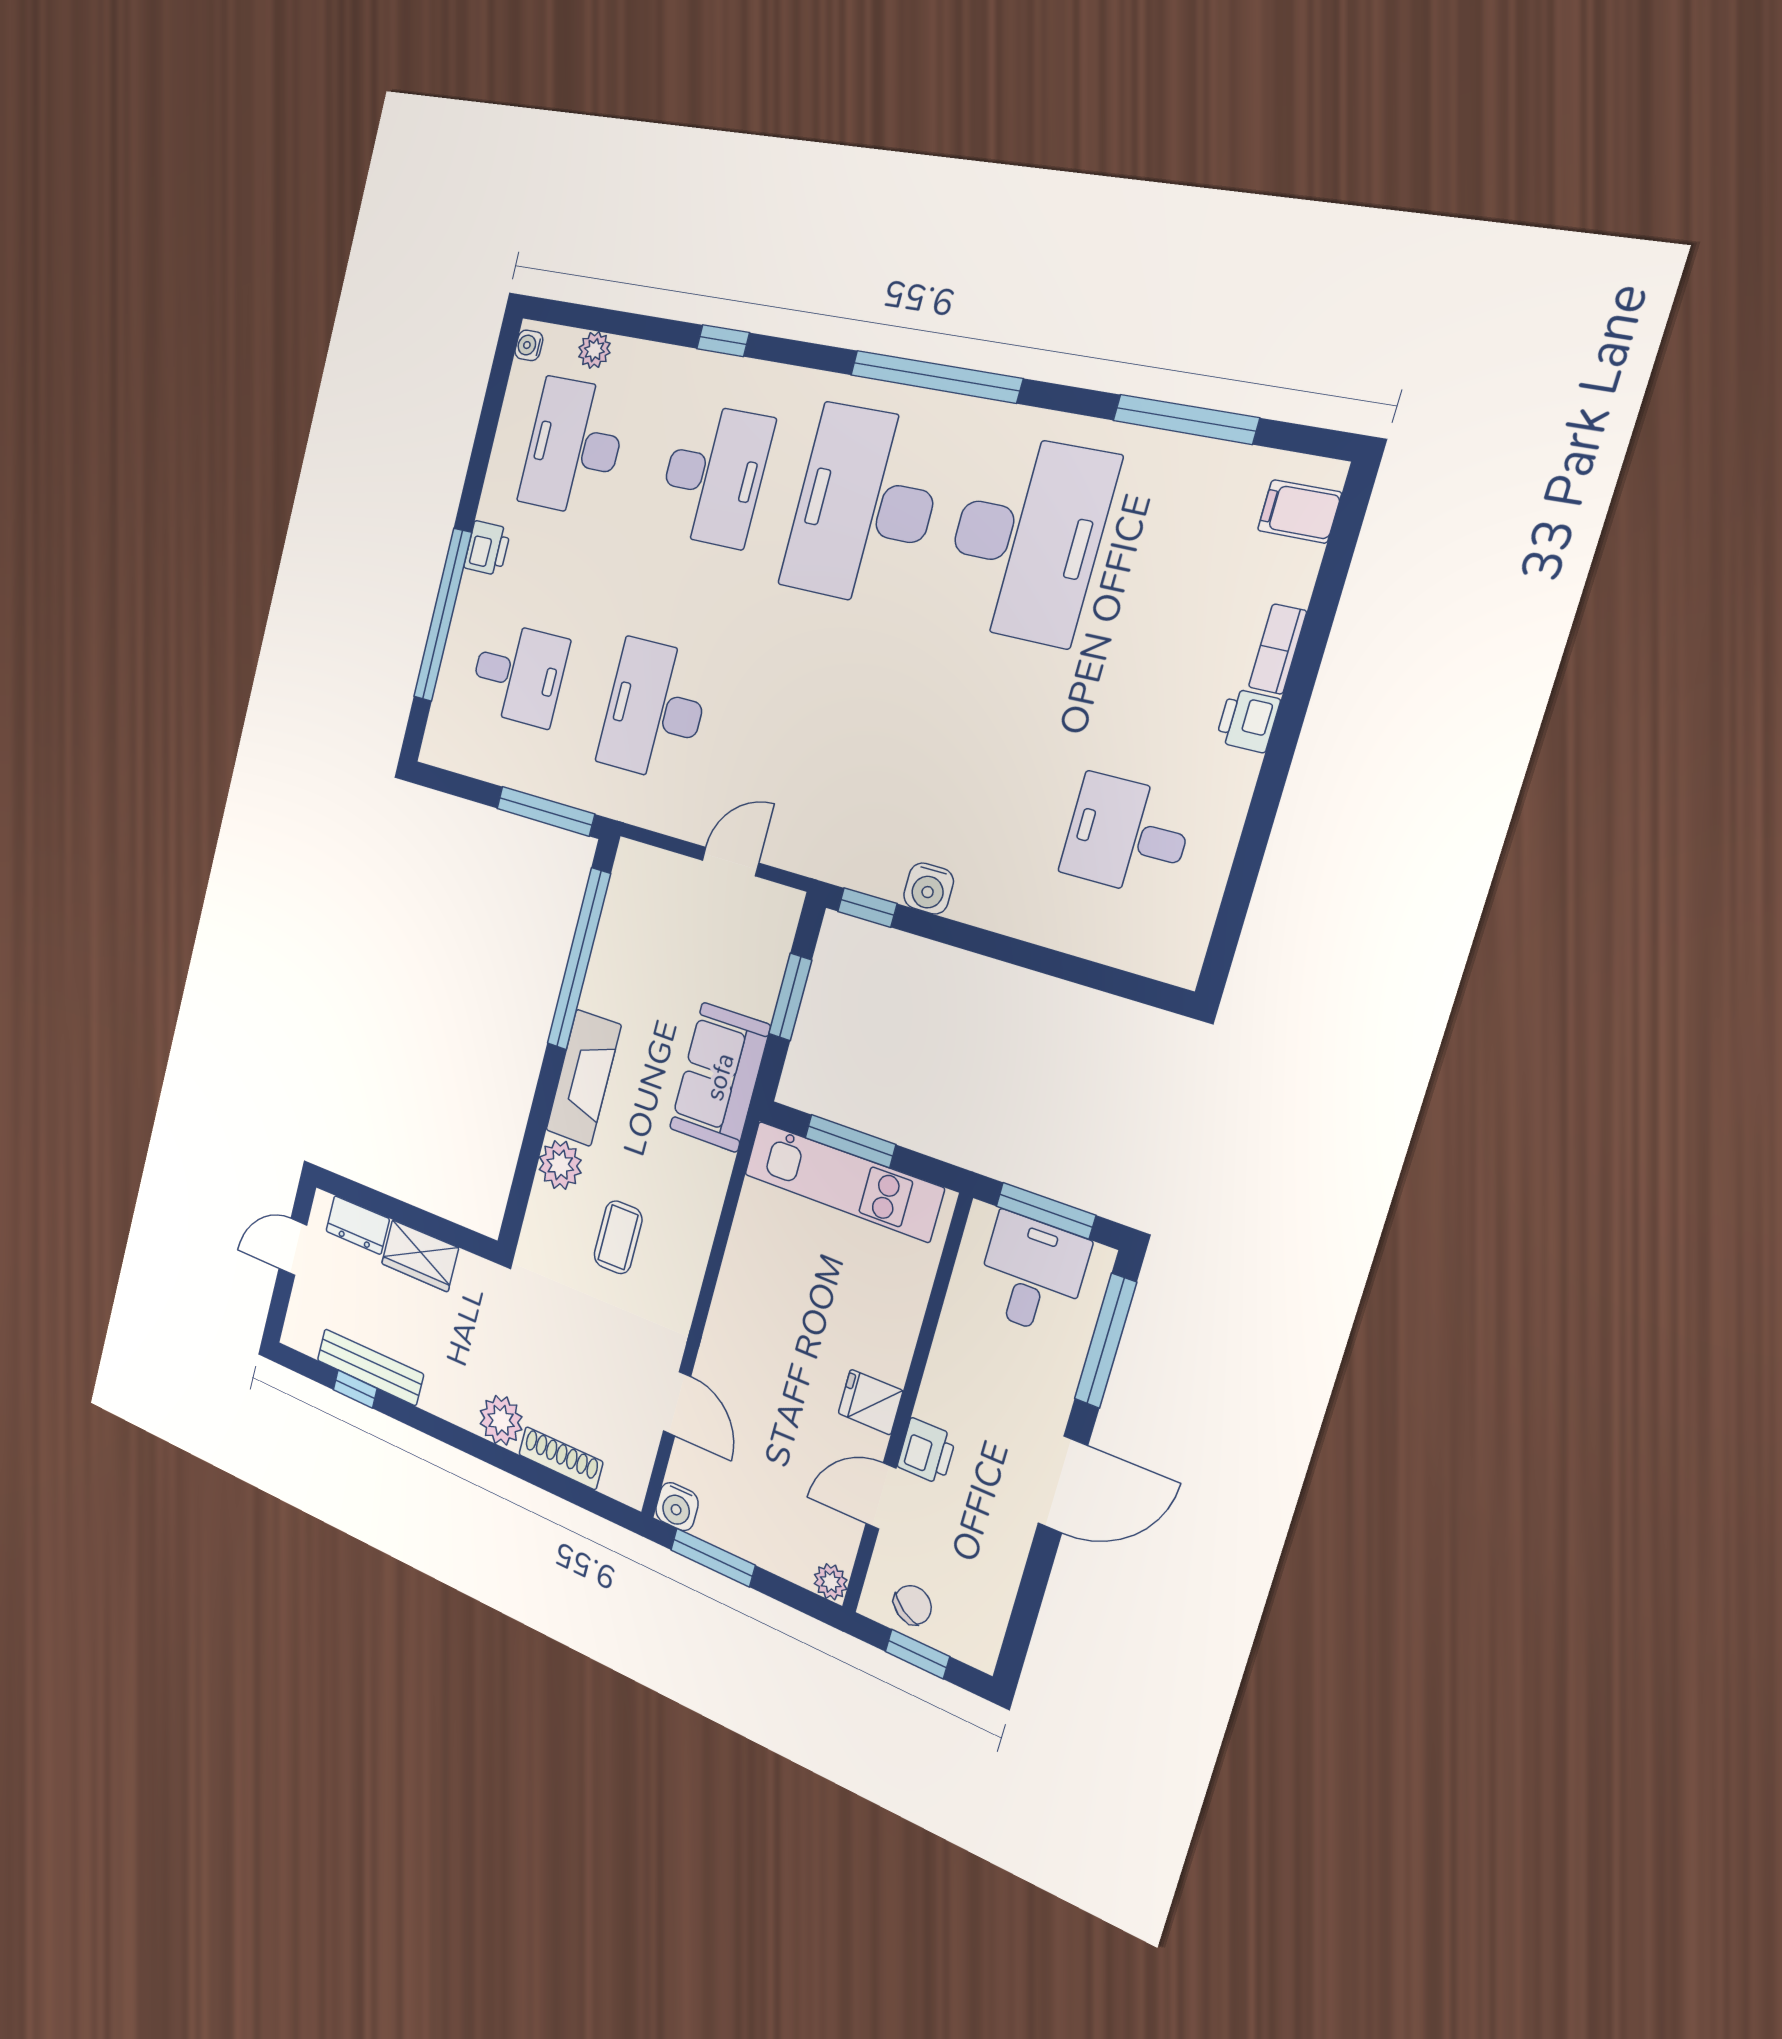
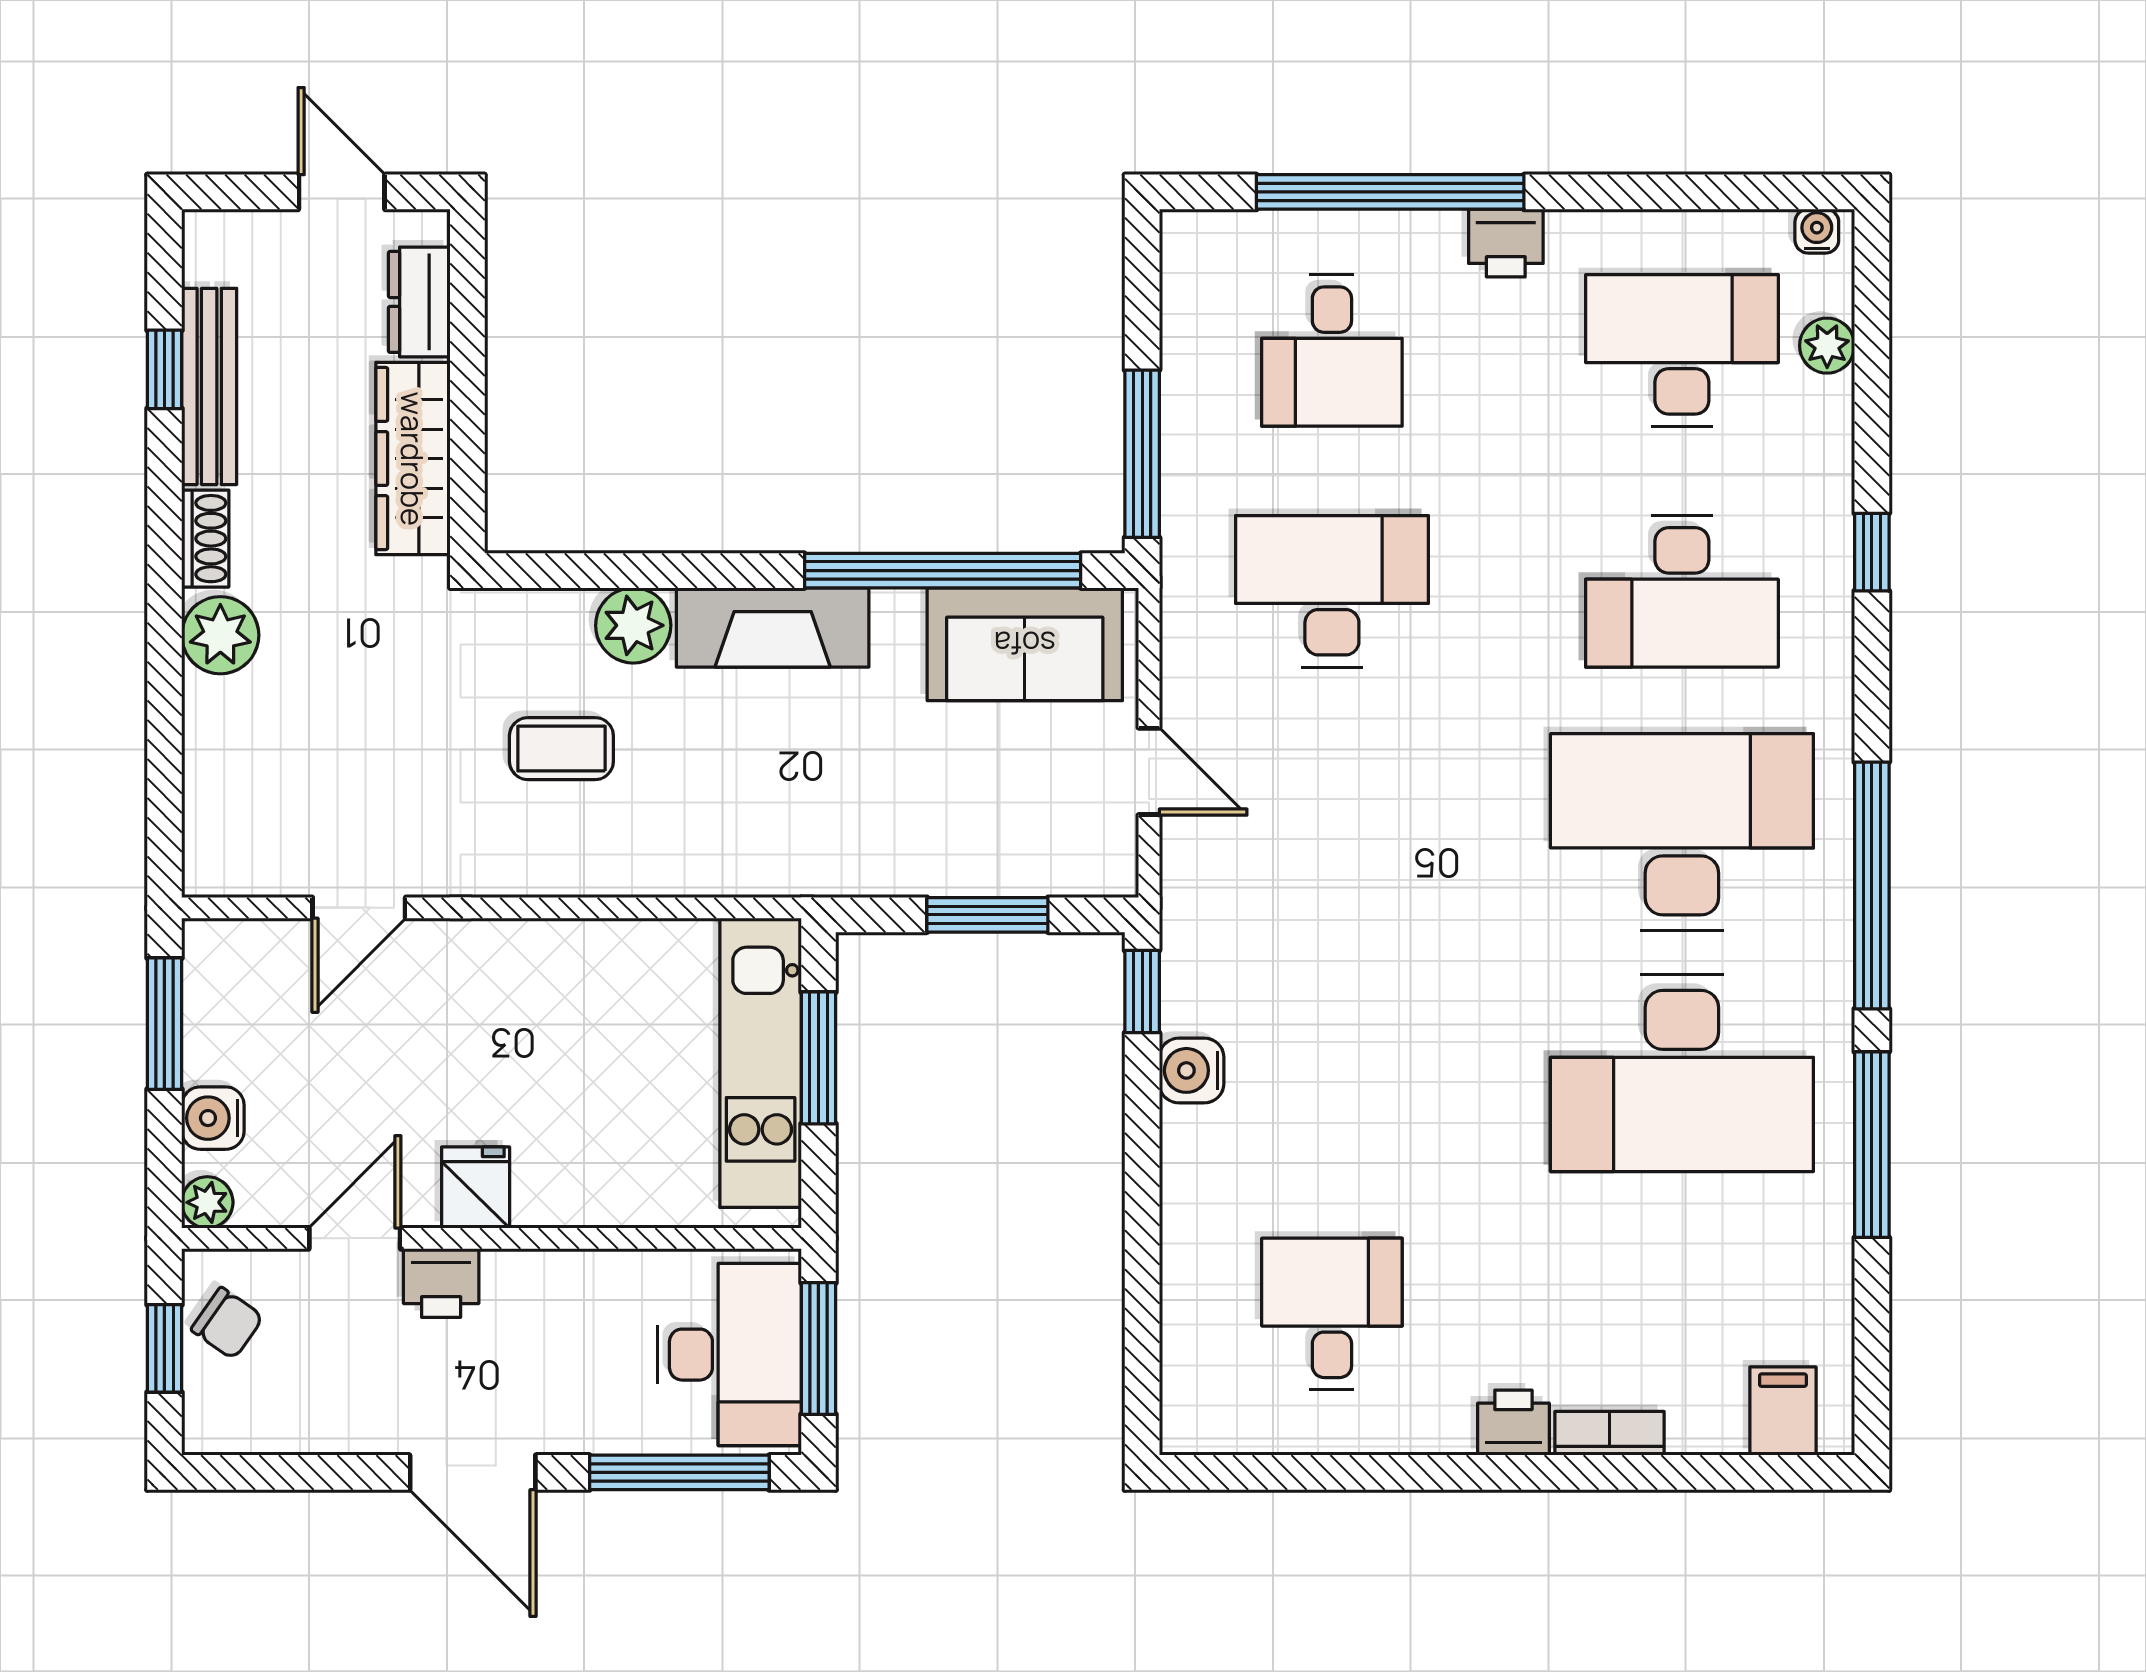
window: (1186, 419) -> (1872, 1145), moved
sofa: (720, 1077) -> (1025, 644), moved, turned 180
wardrobe: (420, 1256) -> (413, 459), width x1.50
desk: (1032, 1274) -> (730, 1355), width x1.37
shoe rack: (561, 1458) -> (205, 539), moved, width x0.70
door: (881, 1496) -> (355, 1238), hinge flipped
water cooler: (677, 1507) -> (213, 1118), moved

